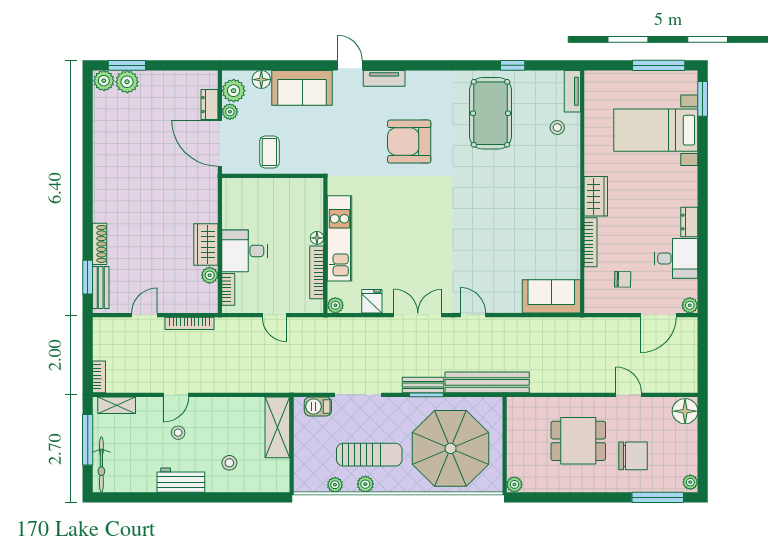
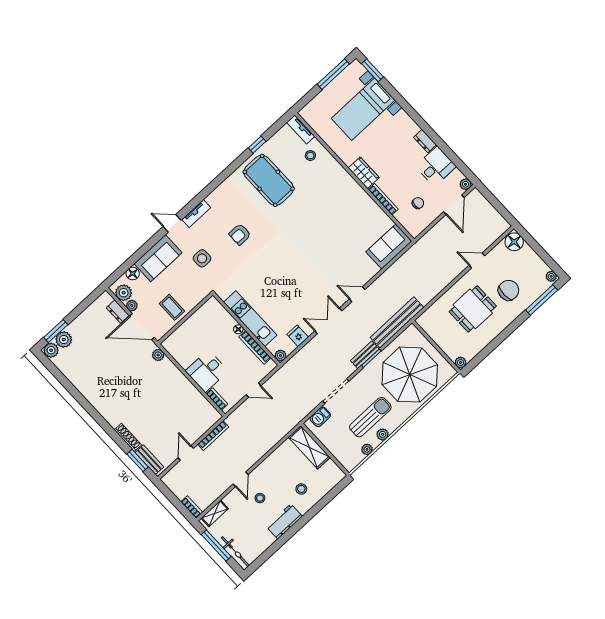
side table: (347, 130) -> (202, 258), added
armchair: (409, 142) -> (240, 234), width x0.53, depth x0.53
wardrobe: (206, 245) -> (184, 386), removed
plant: (210, 275) -> (158, 355), moved

